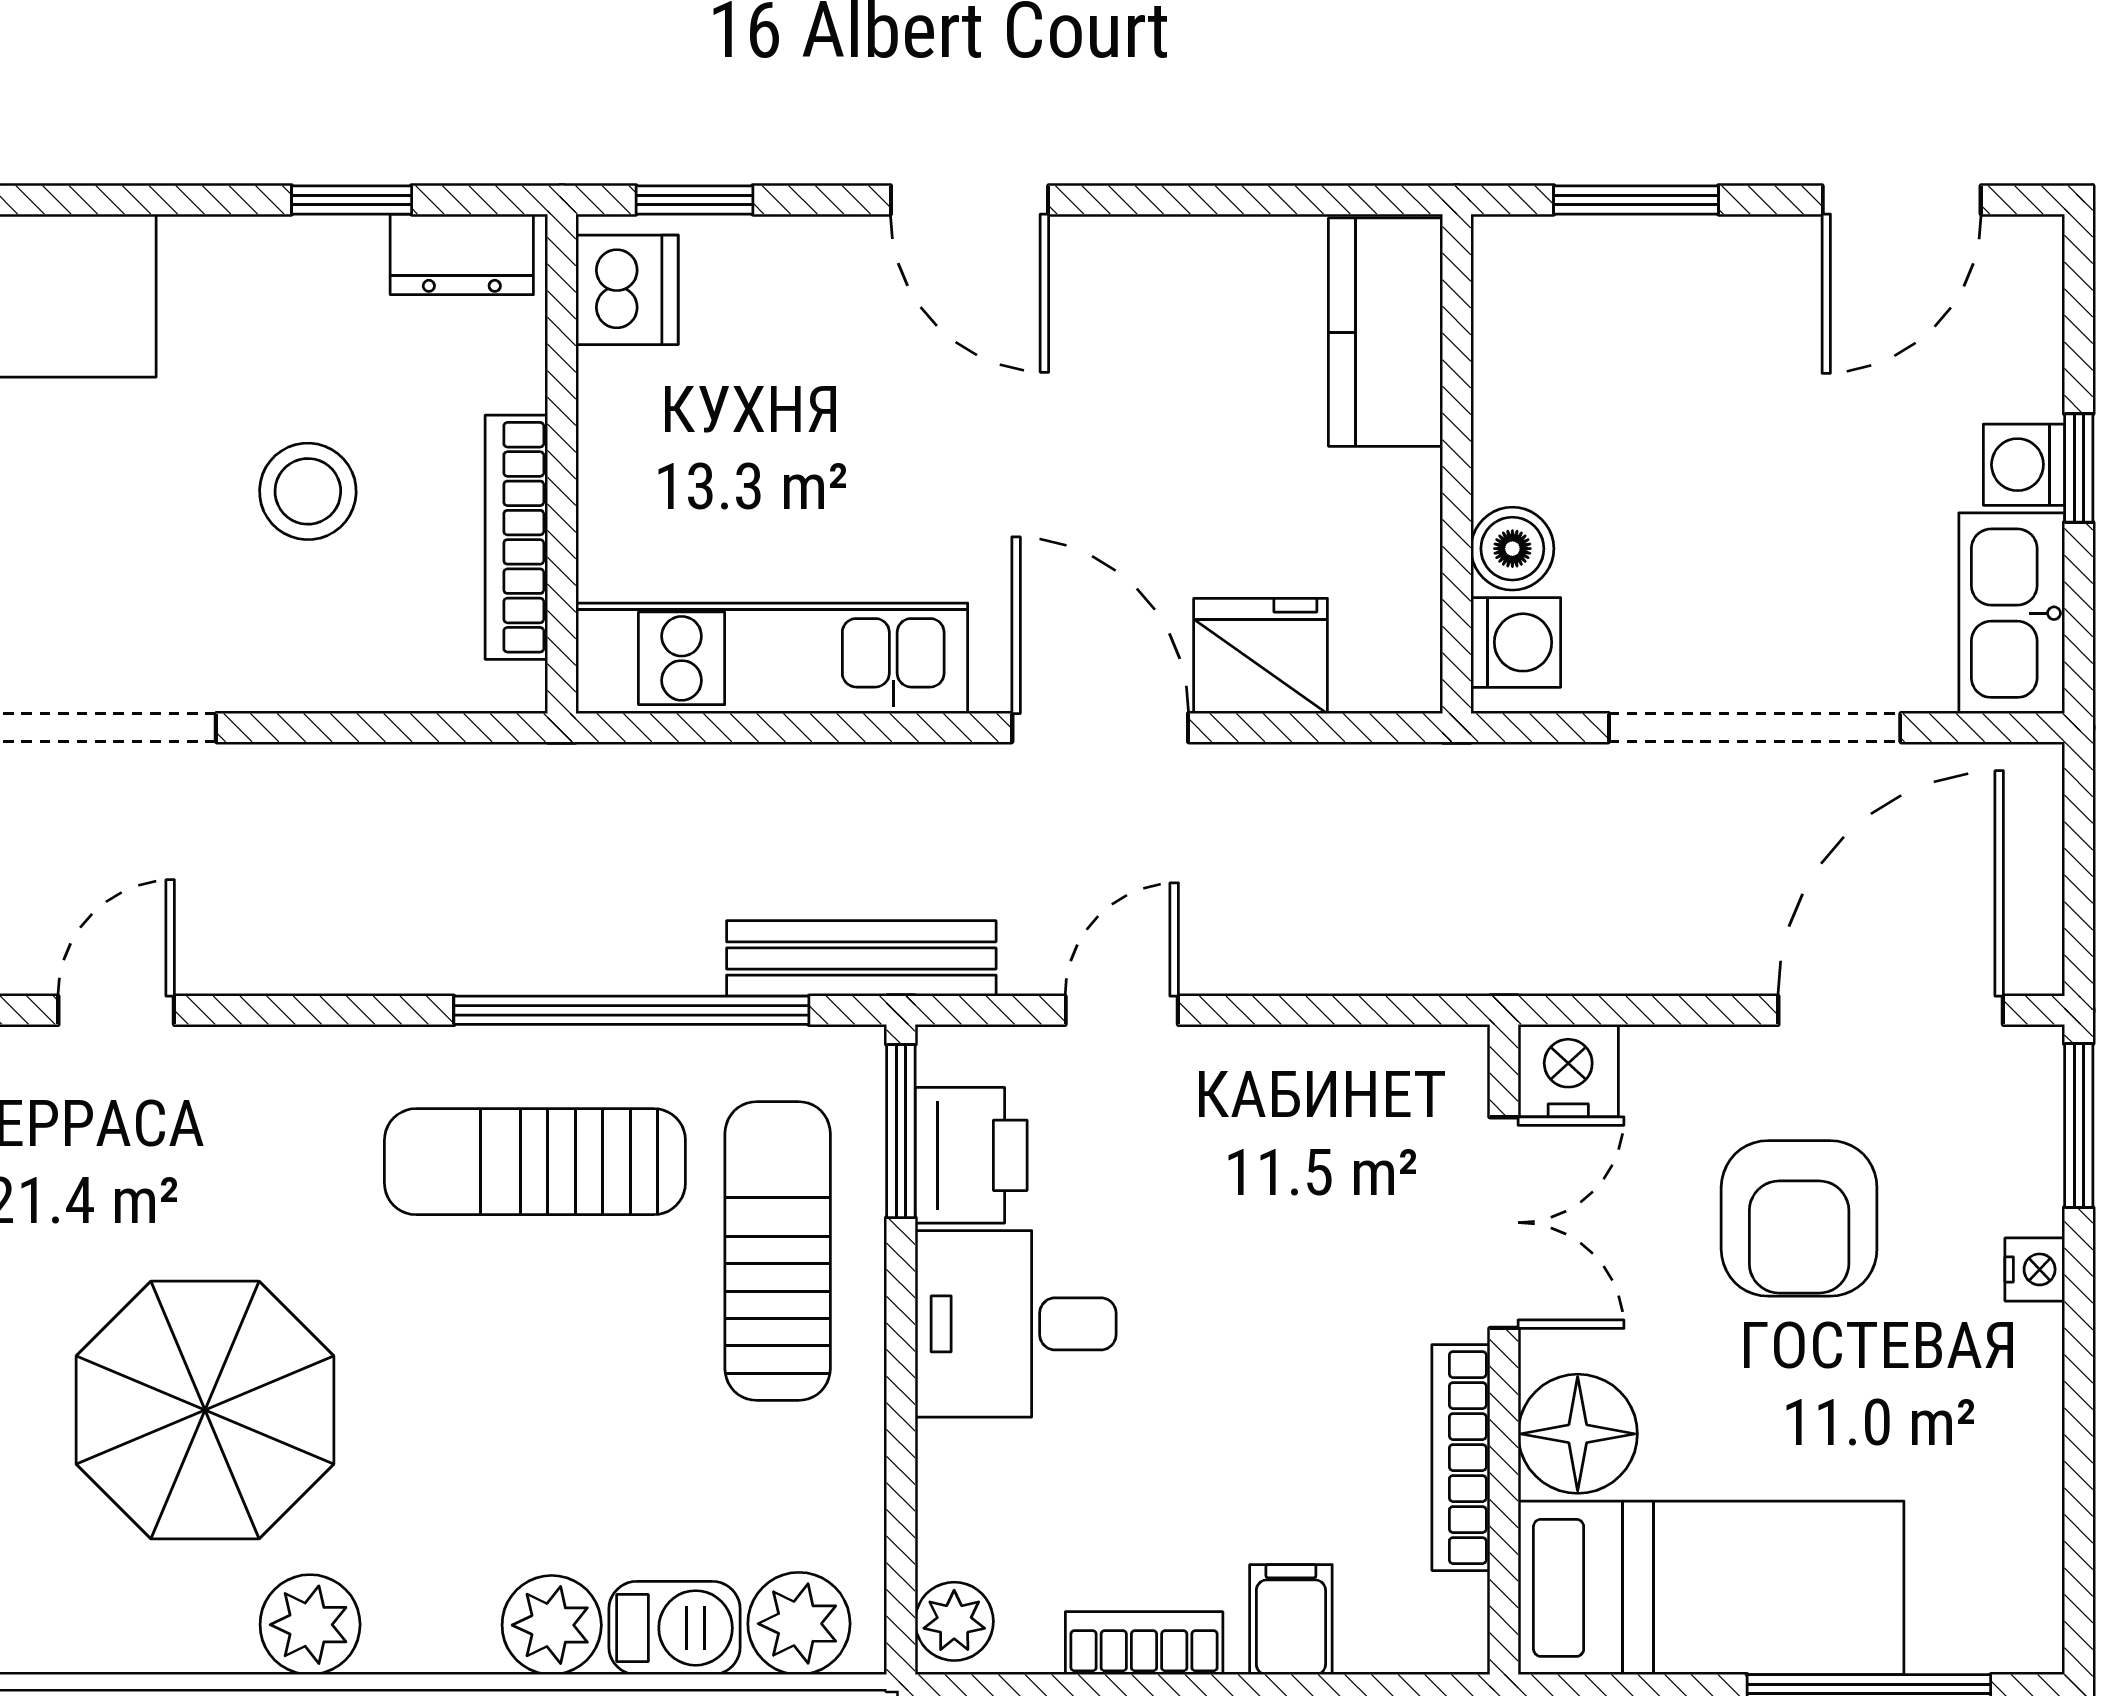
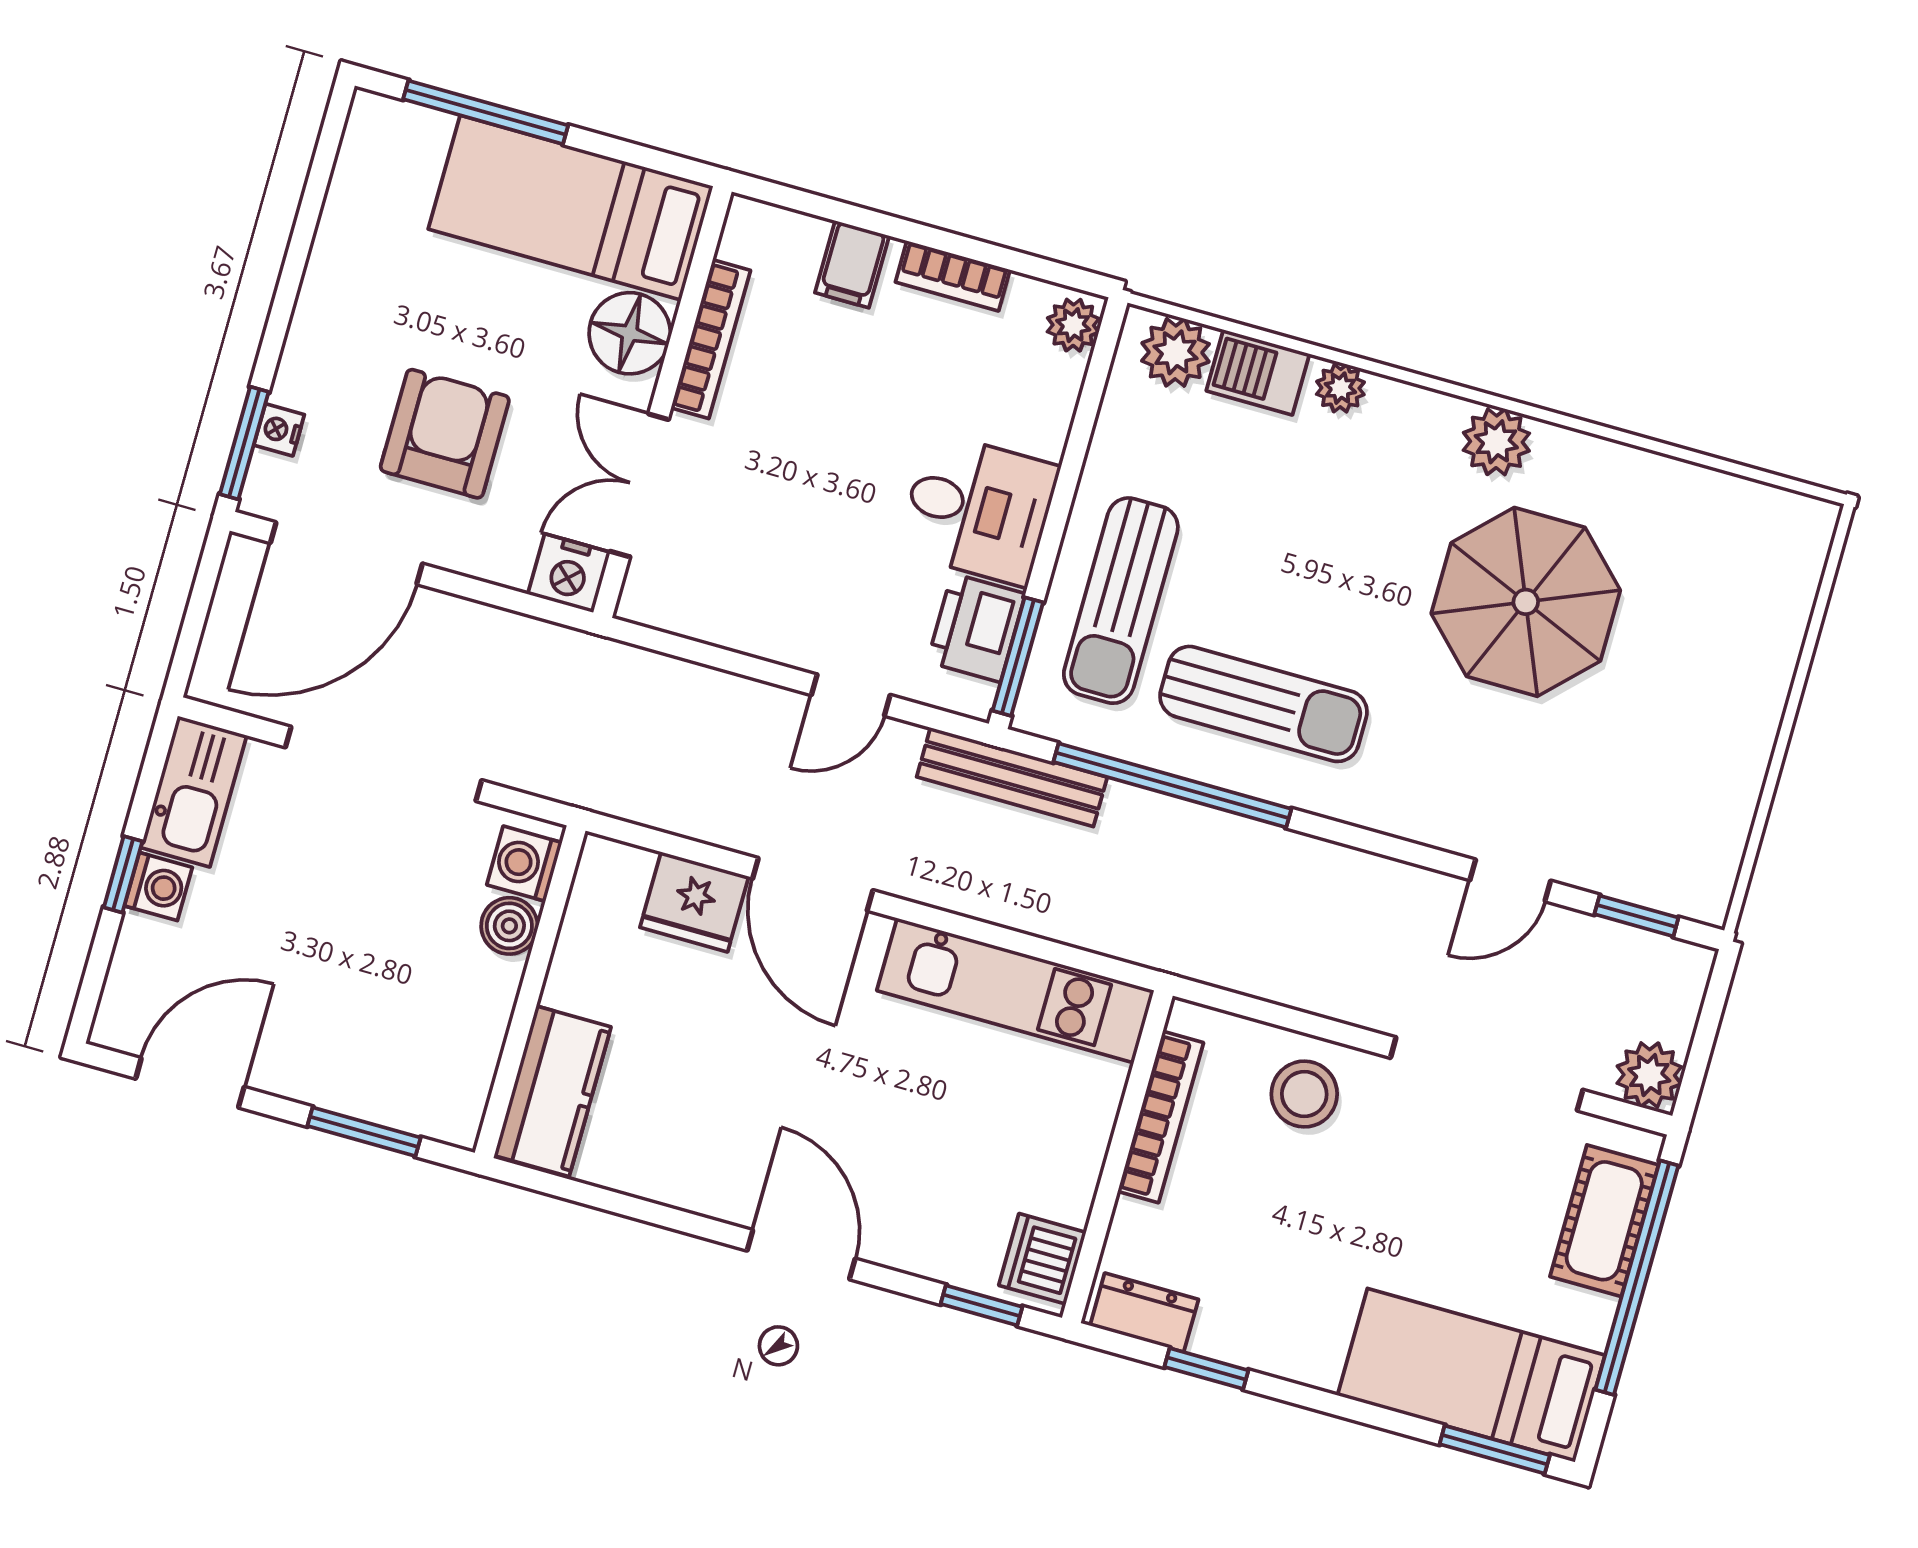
stool: (308, 491) -> (1304, 1094), moved
nightstand: (2035, 1269) -> (279, 430), moved
plant: (552, 1625) -> (1340, 388), width x0.73, depth x0.73

